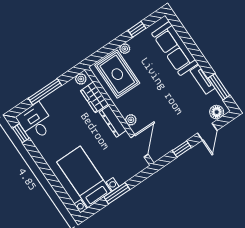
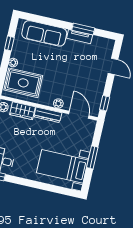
window: (219, 87) -> (83, 29), moved
floor lamp: (217, 112) -> (107, 49), removed
window: (182, 149) -> (105, 103), moved

